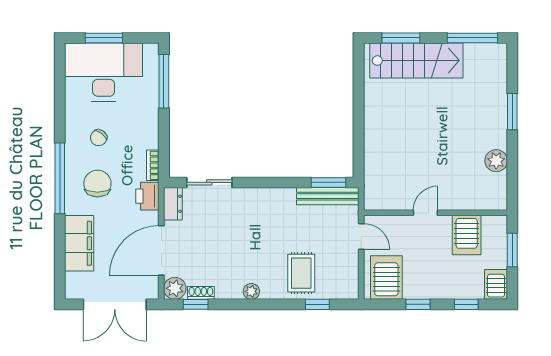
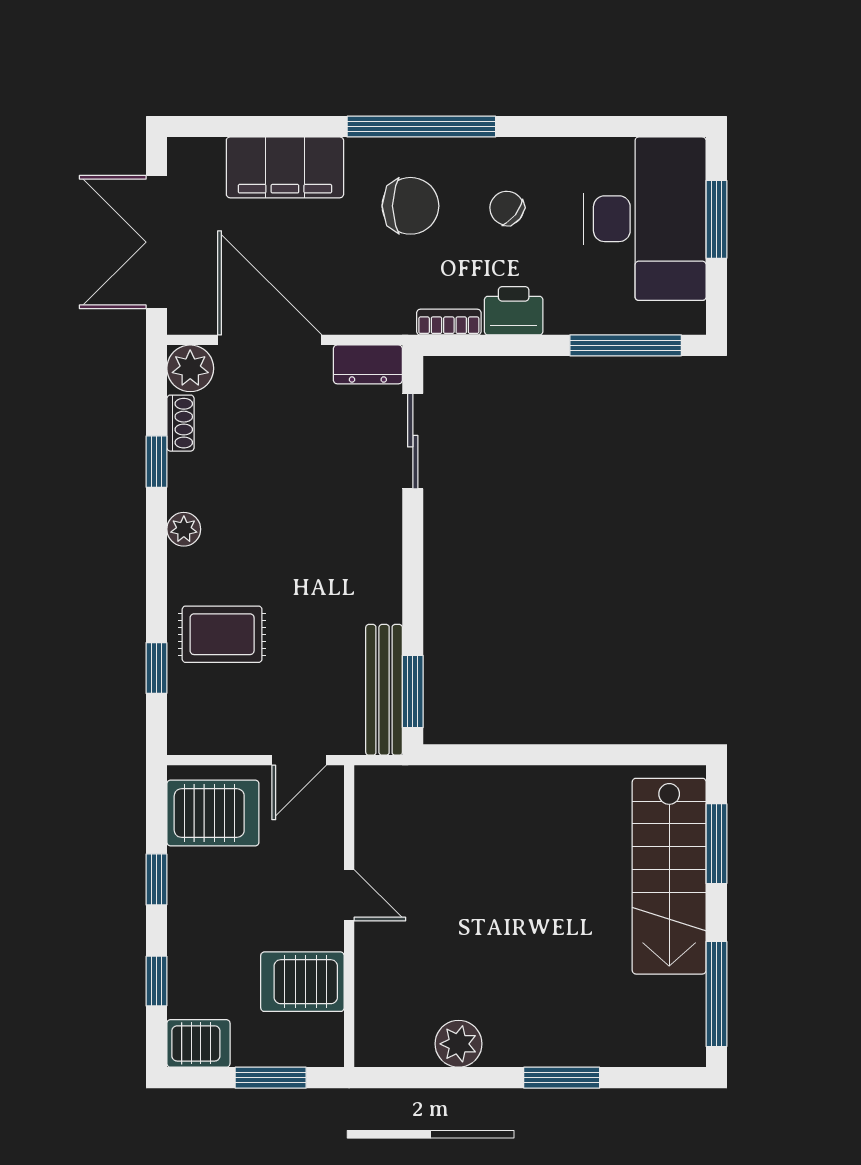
printer: (147, 196) -> (514, 311), moved
window: (196, 304) -> (156, 462), moved

